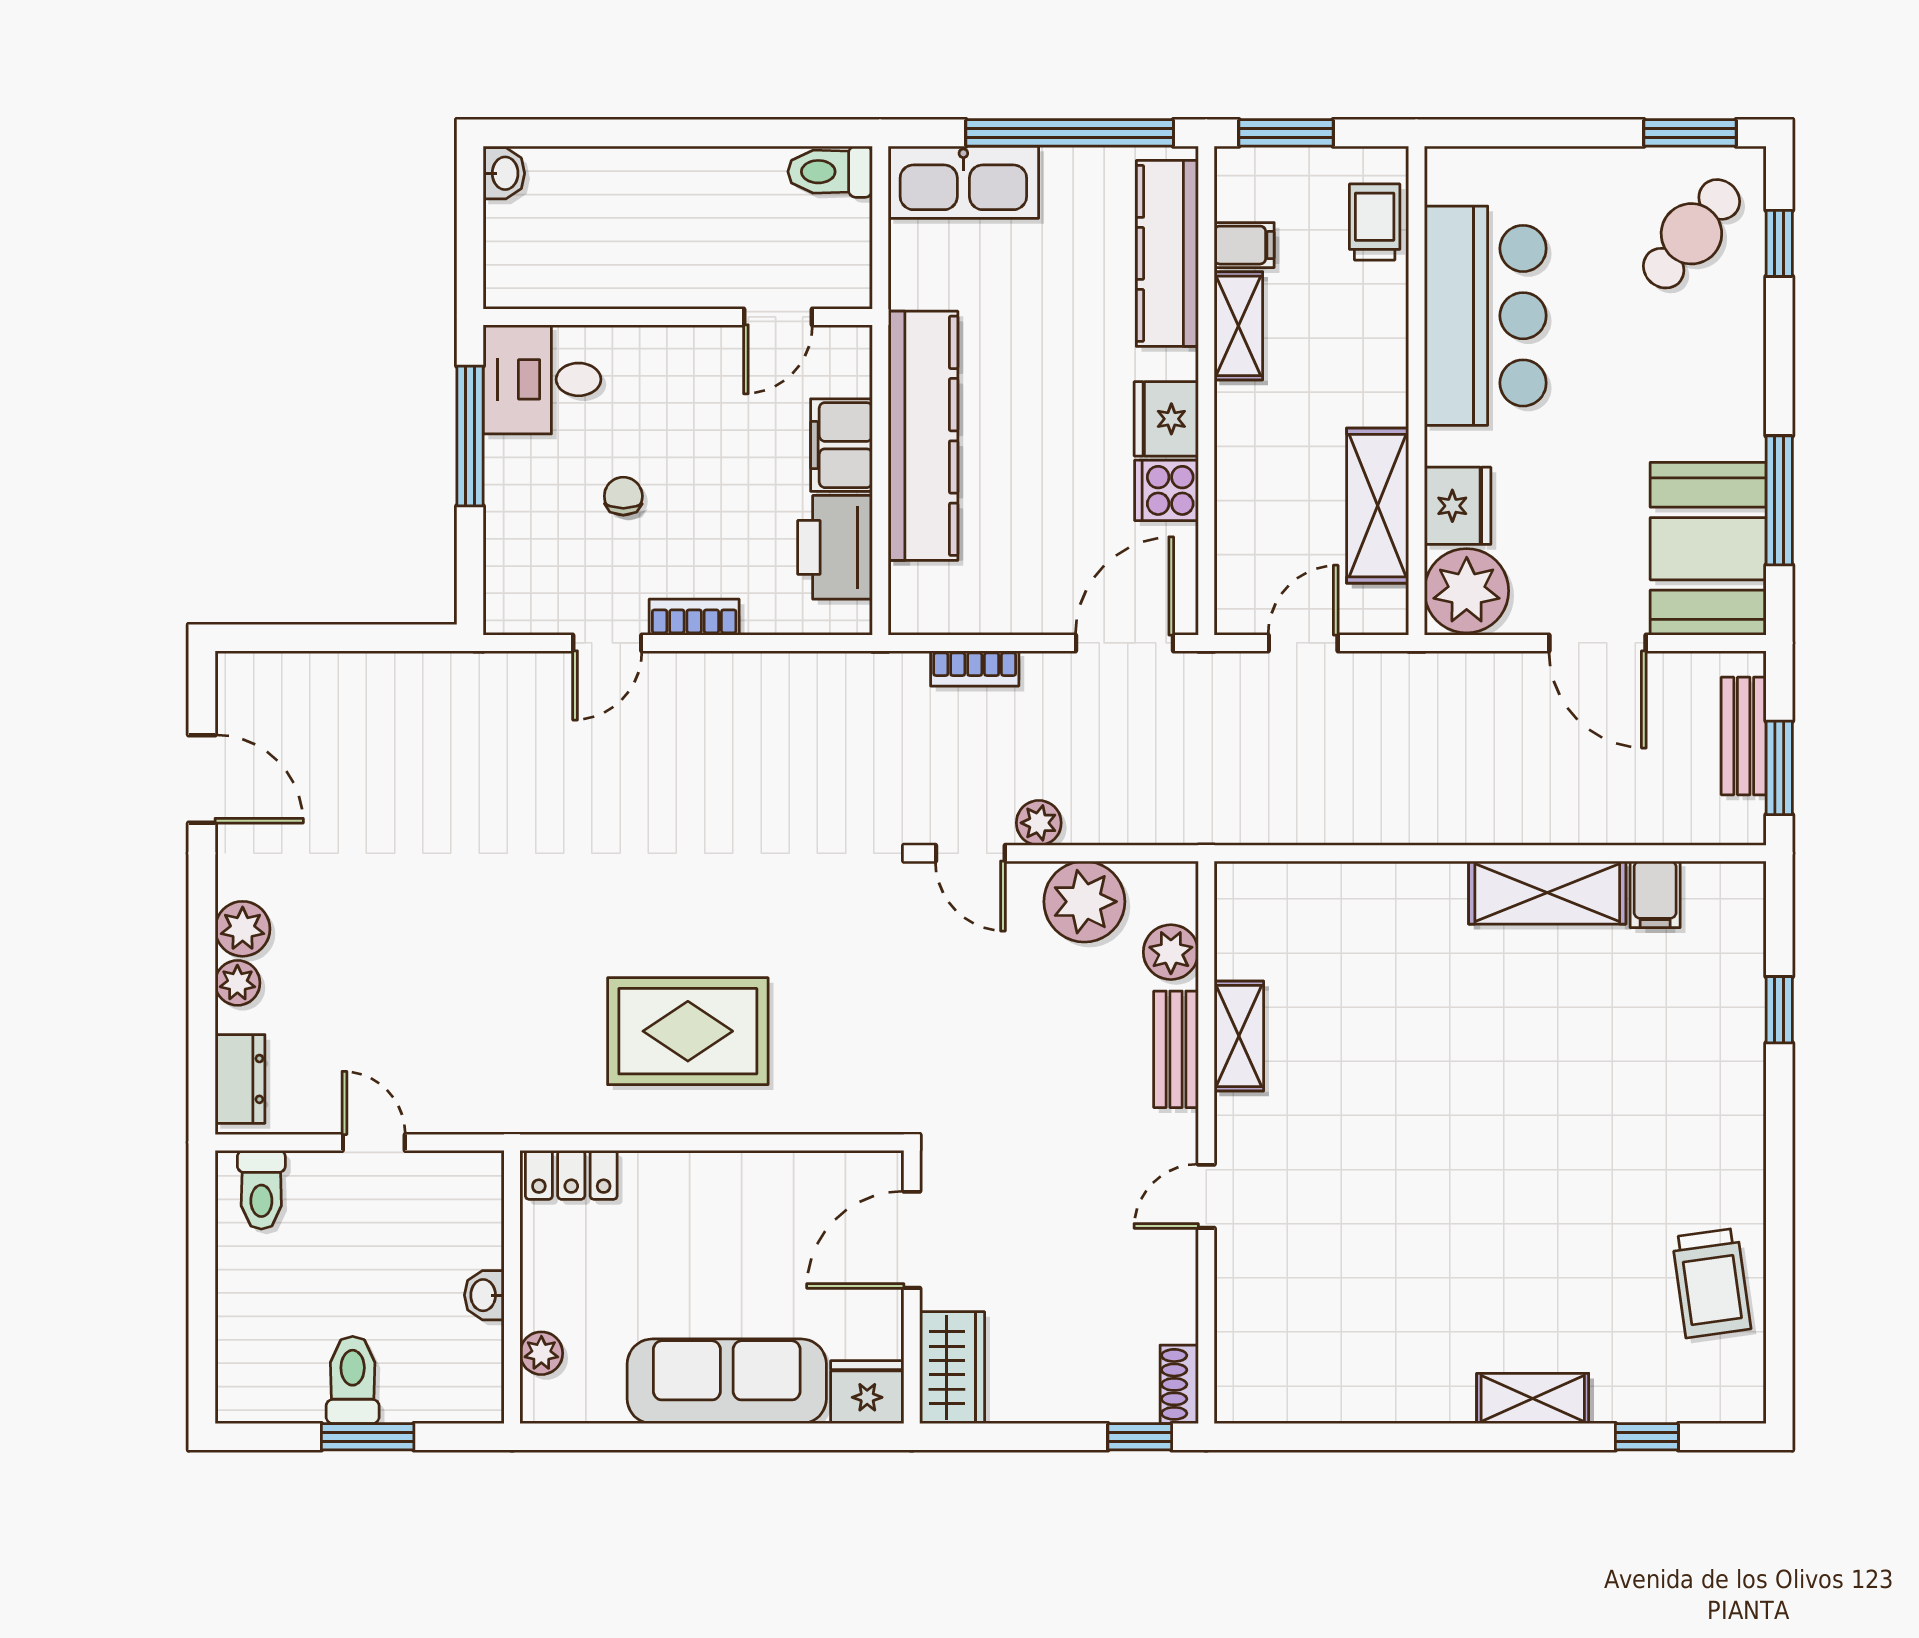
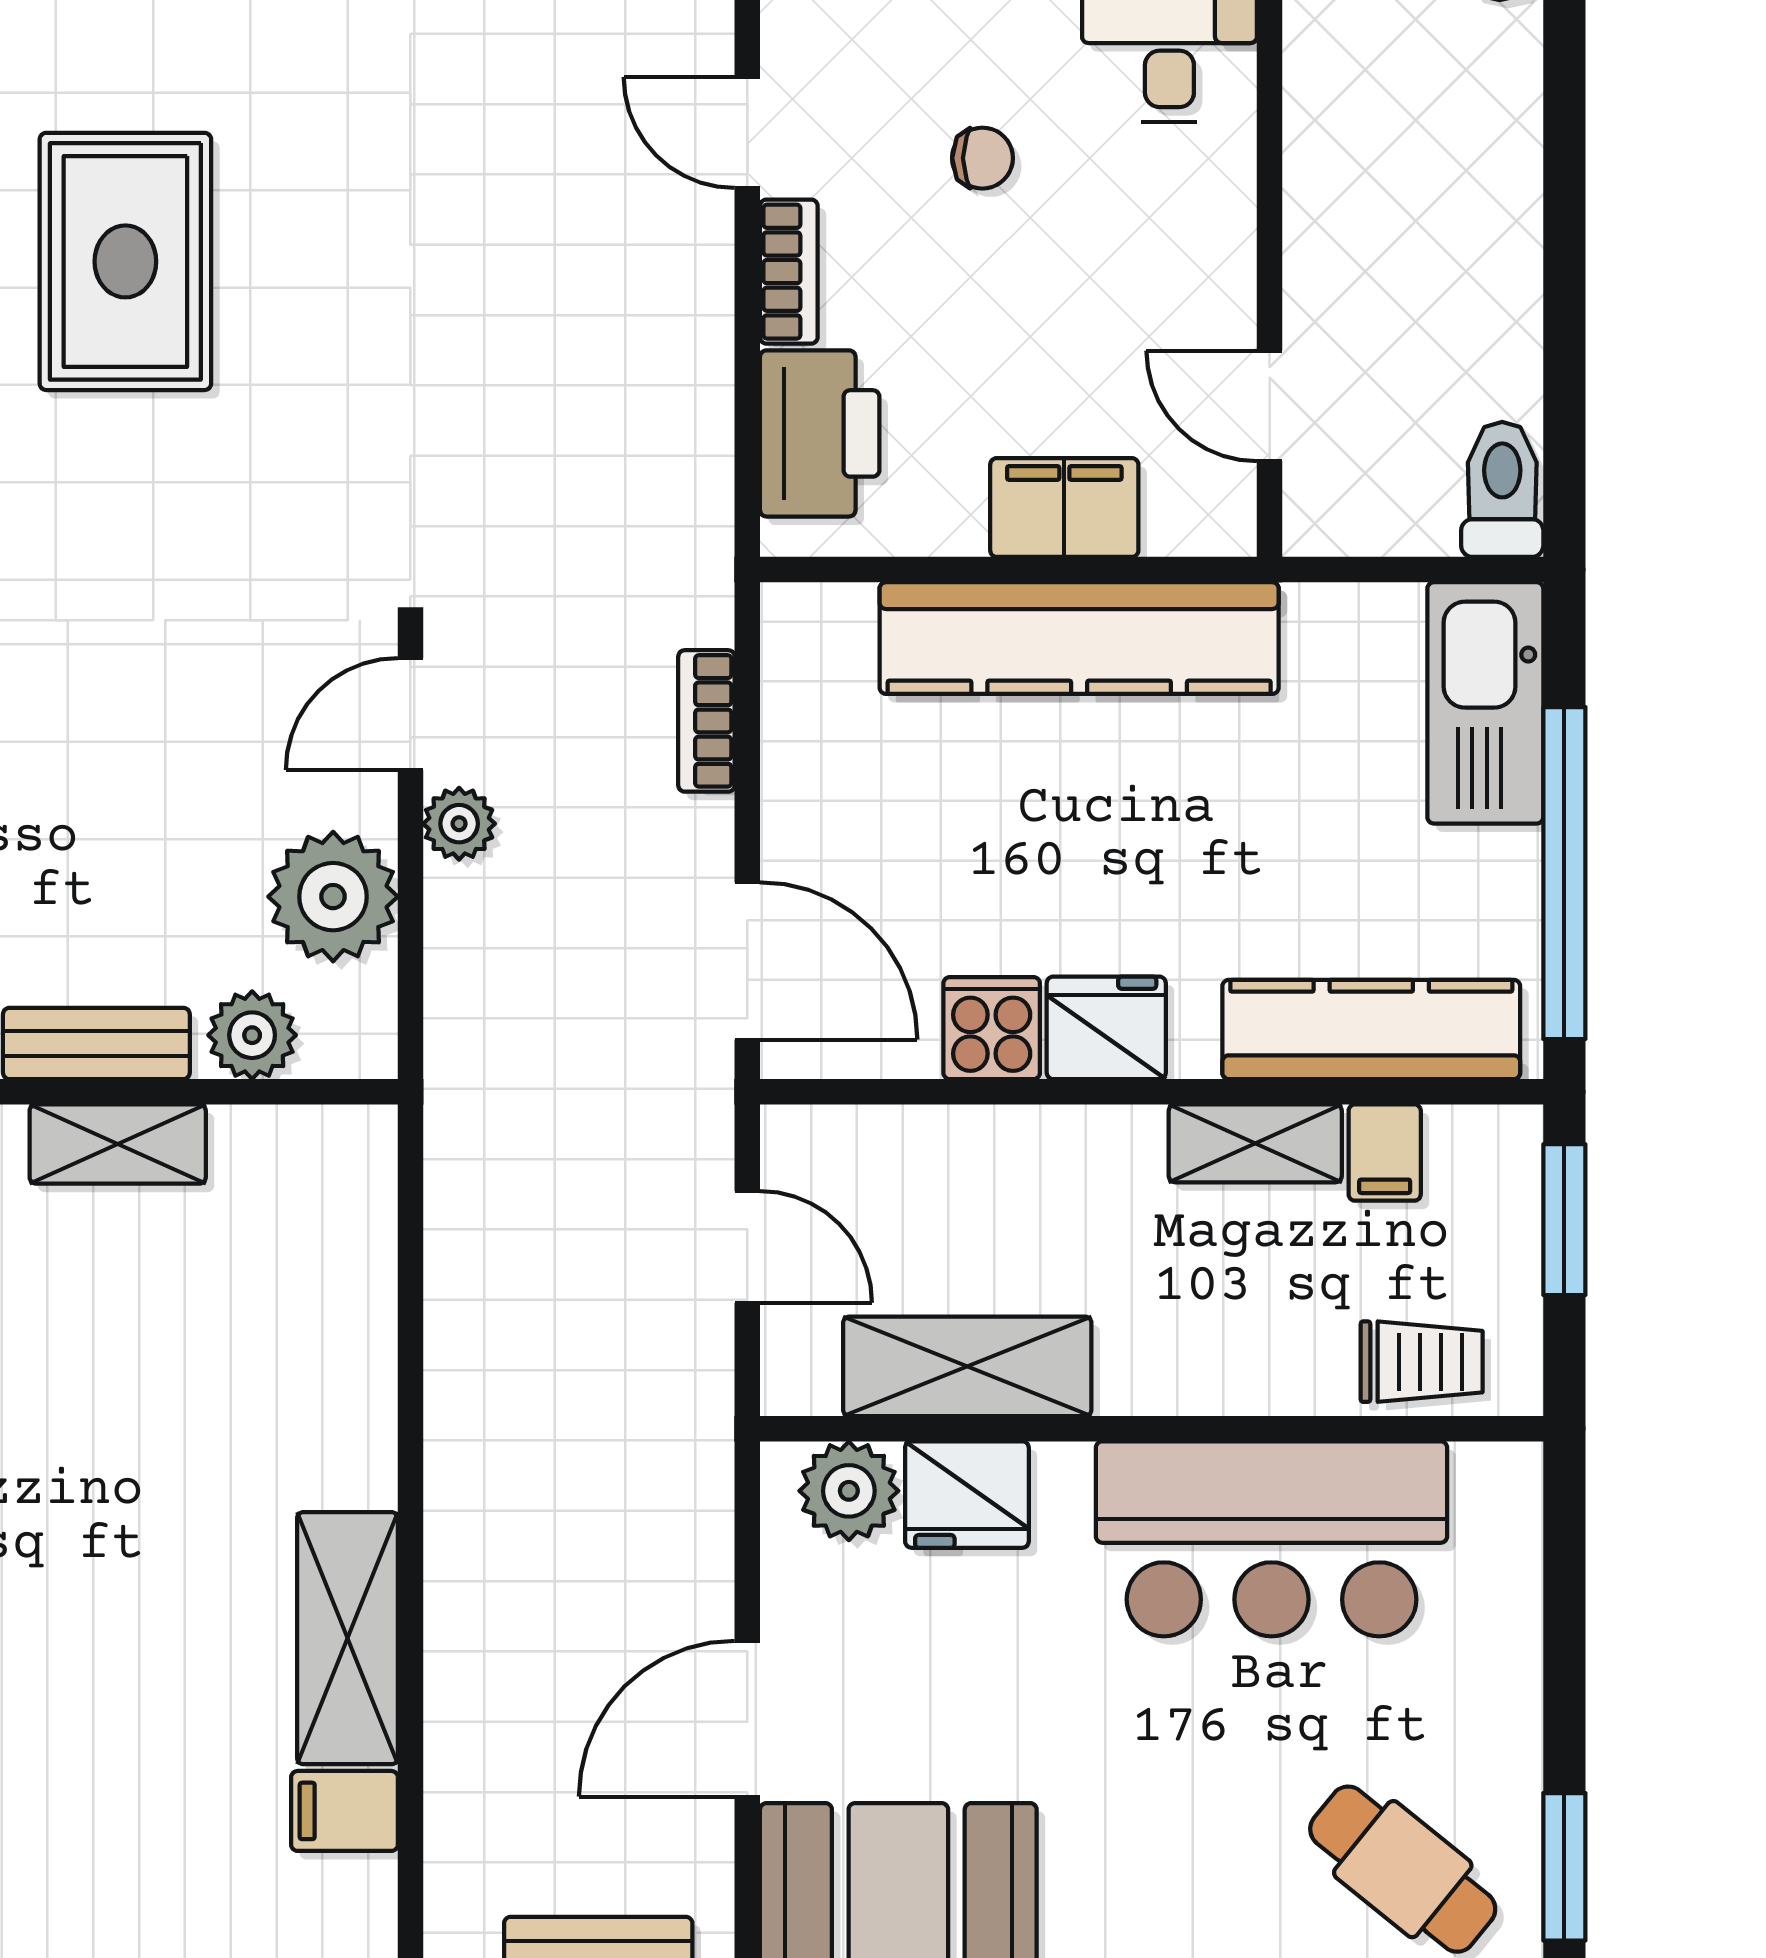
printer: (835, 547) -> (820, 433), moved, turned 90
plant: (1467, 591) -> (849, 1491), width x0.73, depth x0.73

